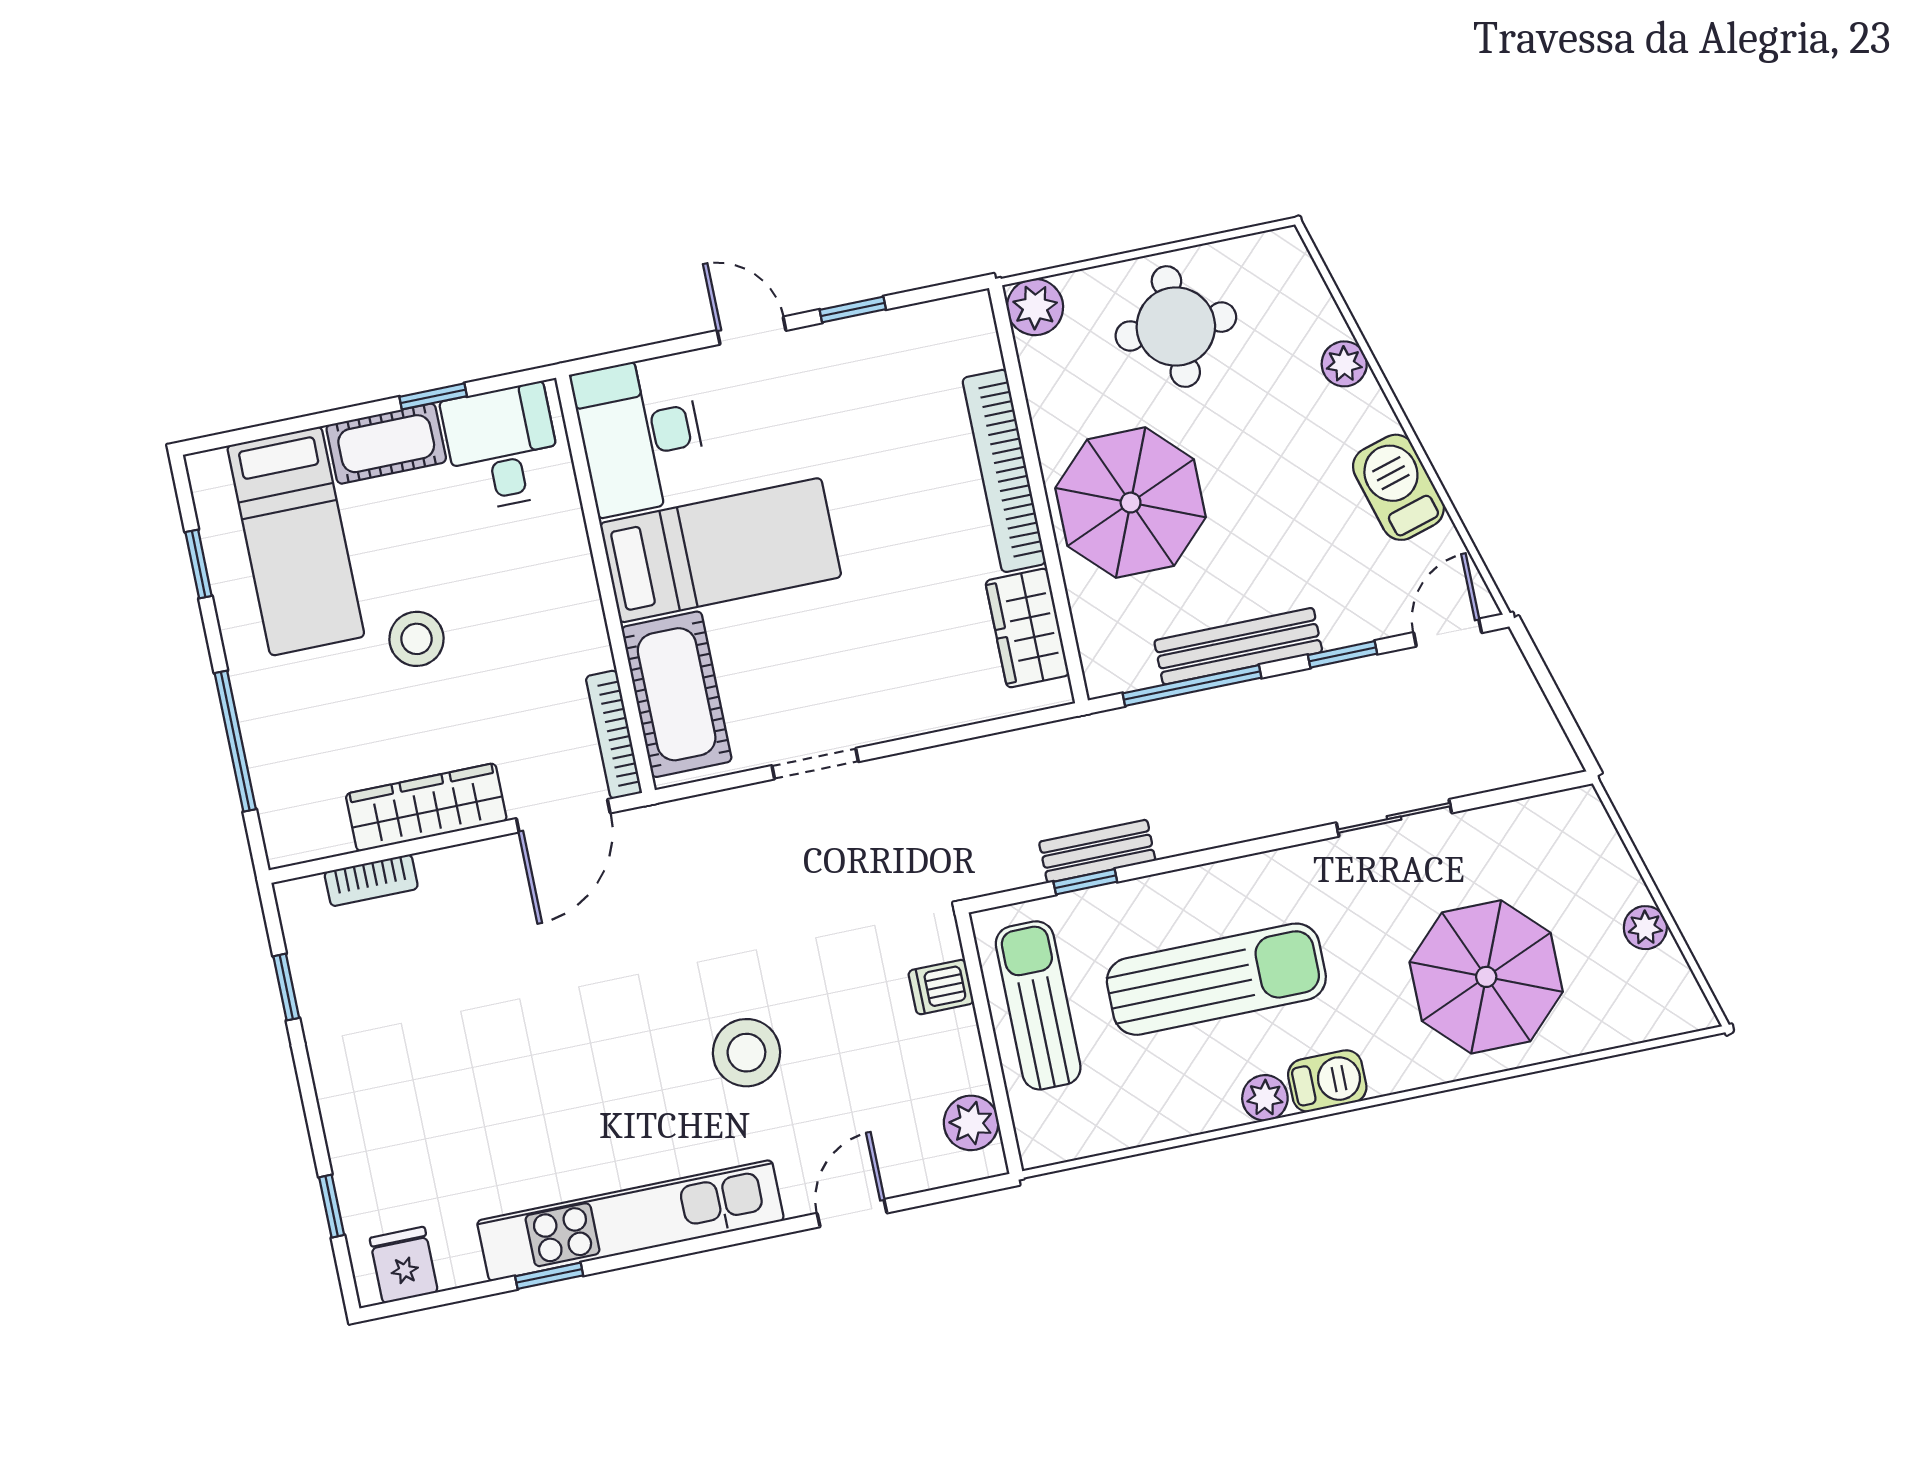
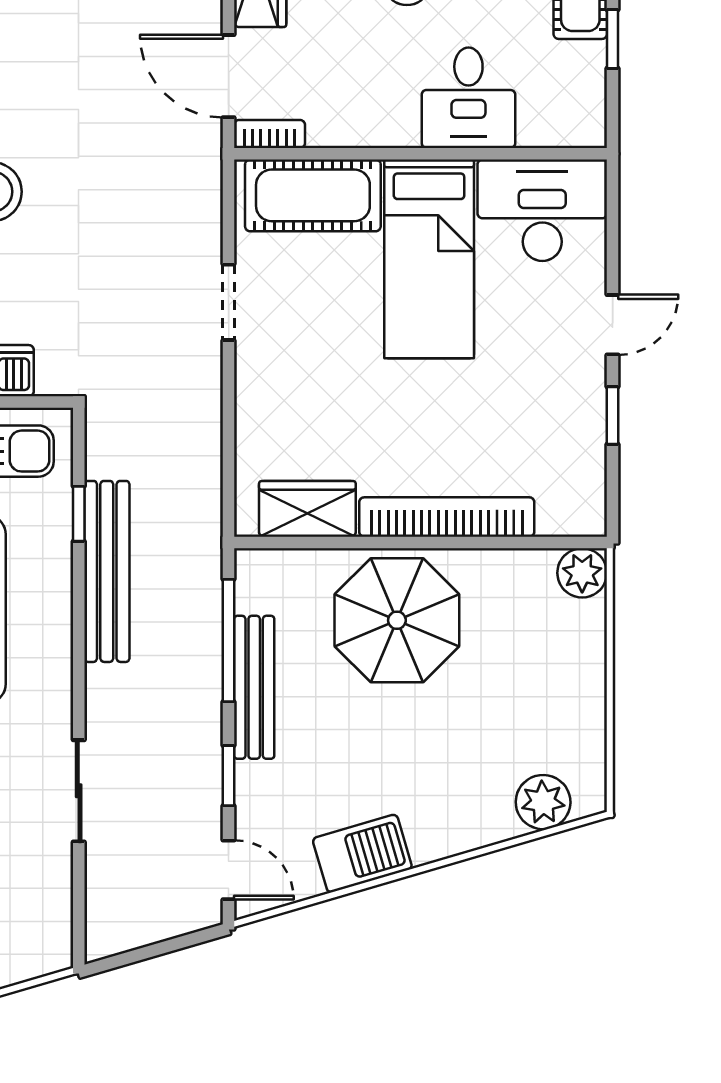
round table: (1176, 327) -> (540, 691), removed
plant: (1344, 364) -> (543, 802), moved, width x1.38, depth x1.38
desk: (502, 447) -> (468, 98), moved, turned 90
bookcase: (614, 735) -> (269, 134), width x0.64
bench: (1097, 851) -> (107, 571), width x1.86, depth x1.21

